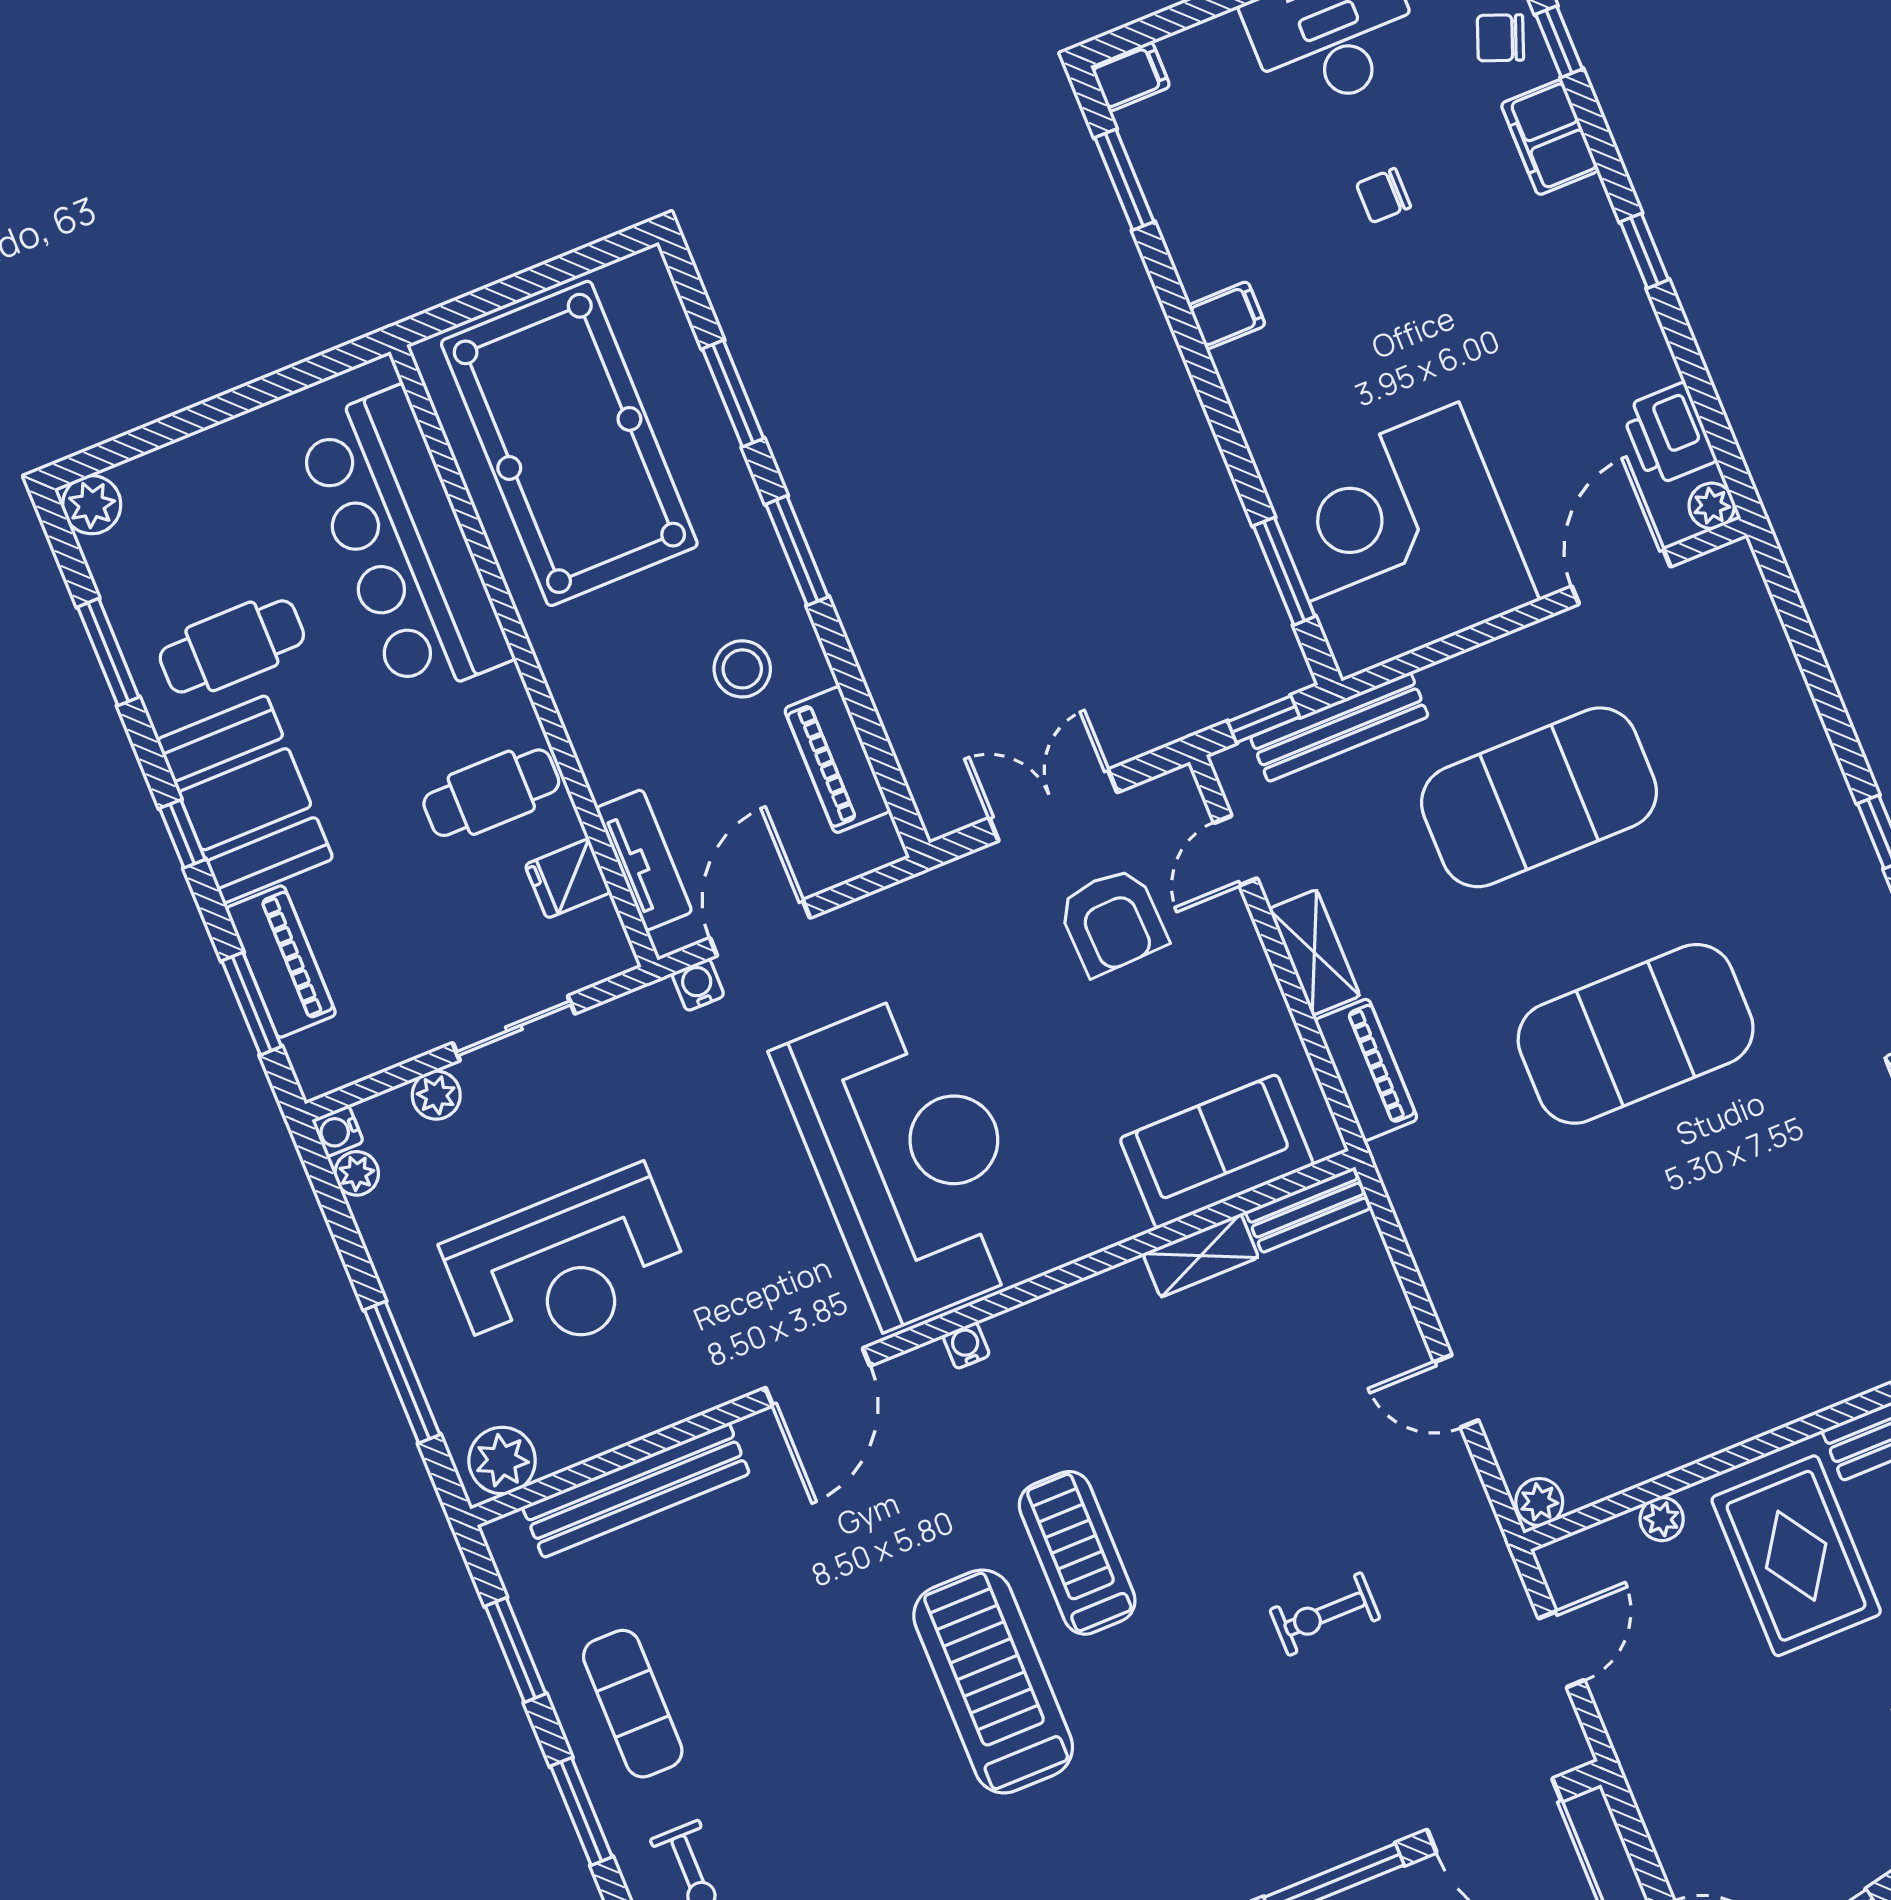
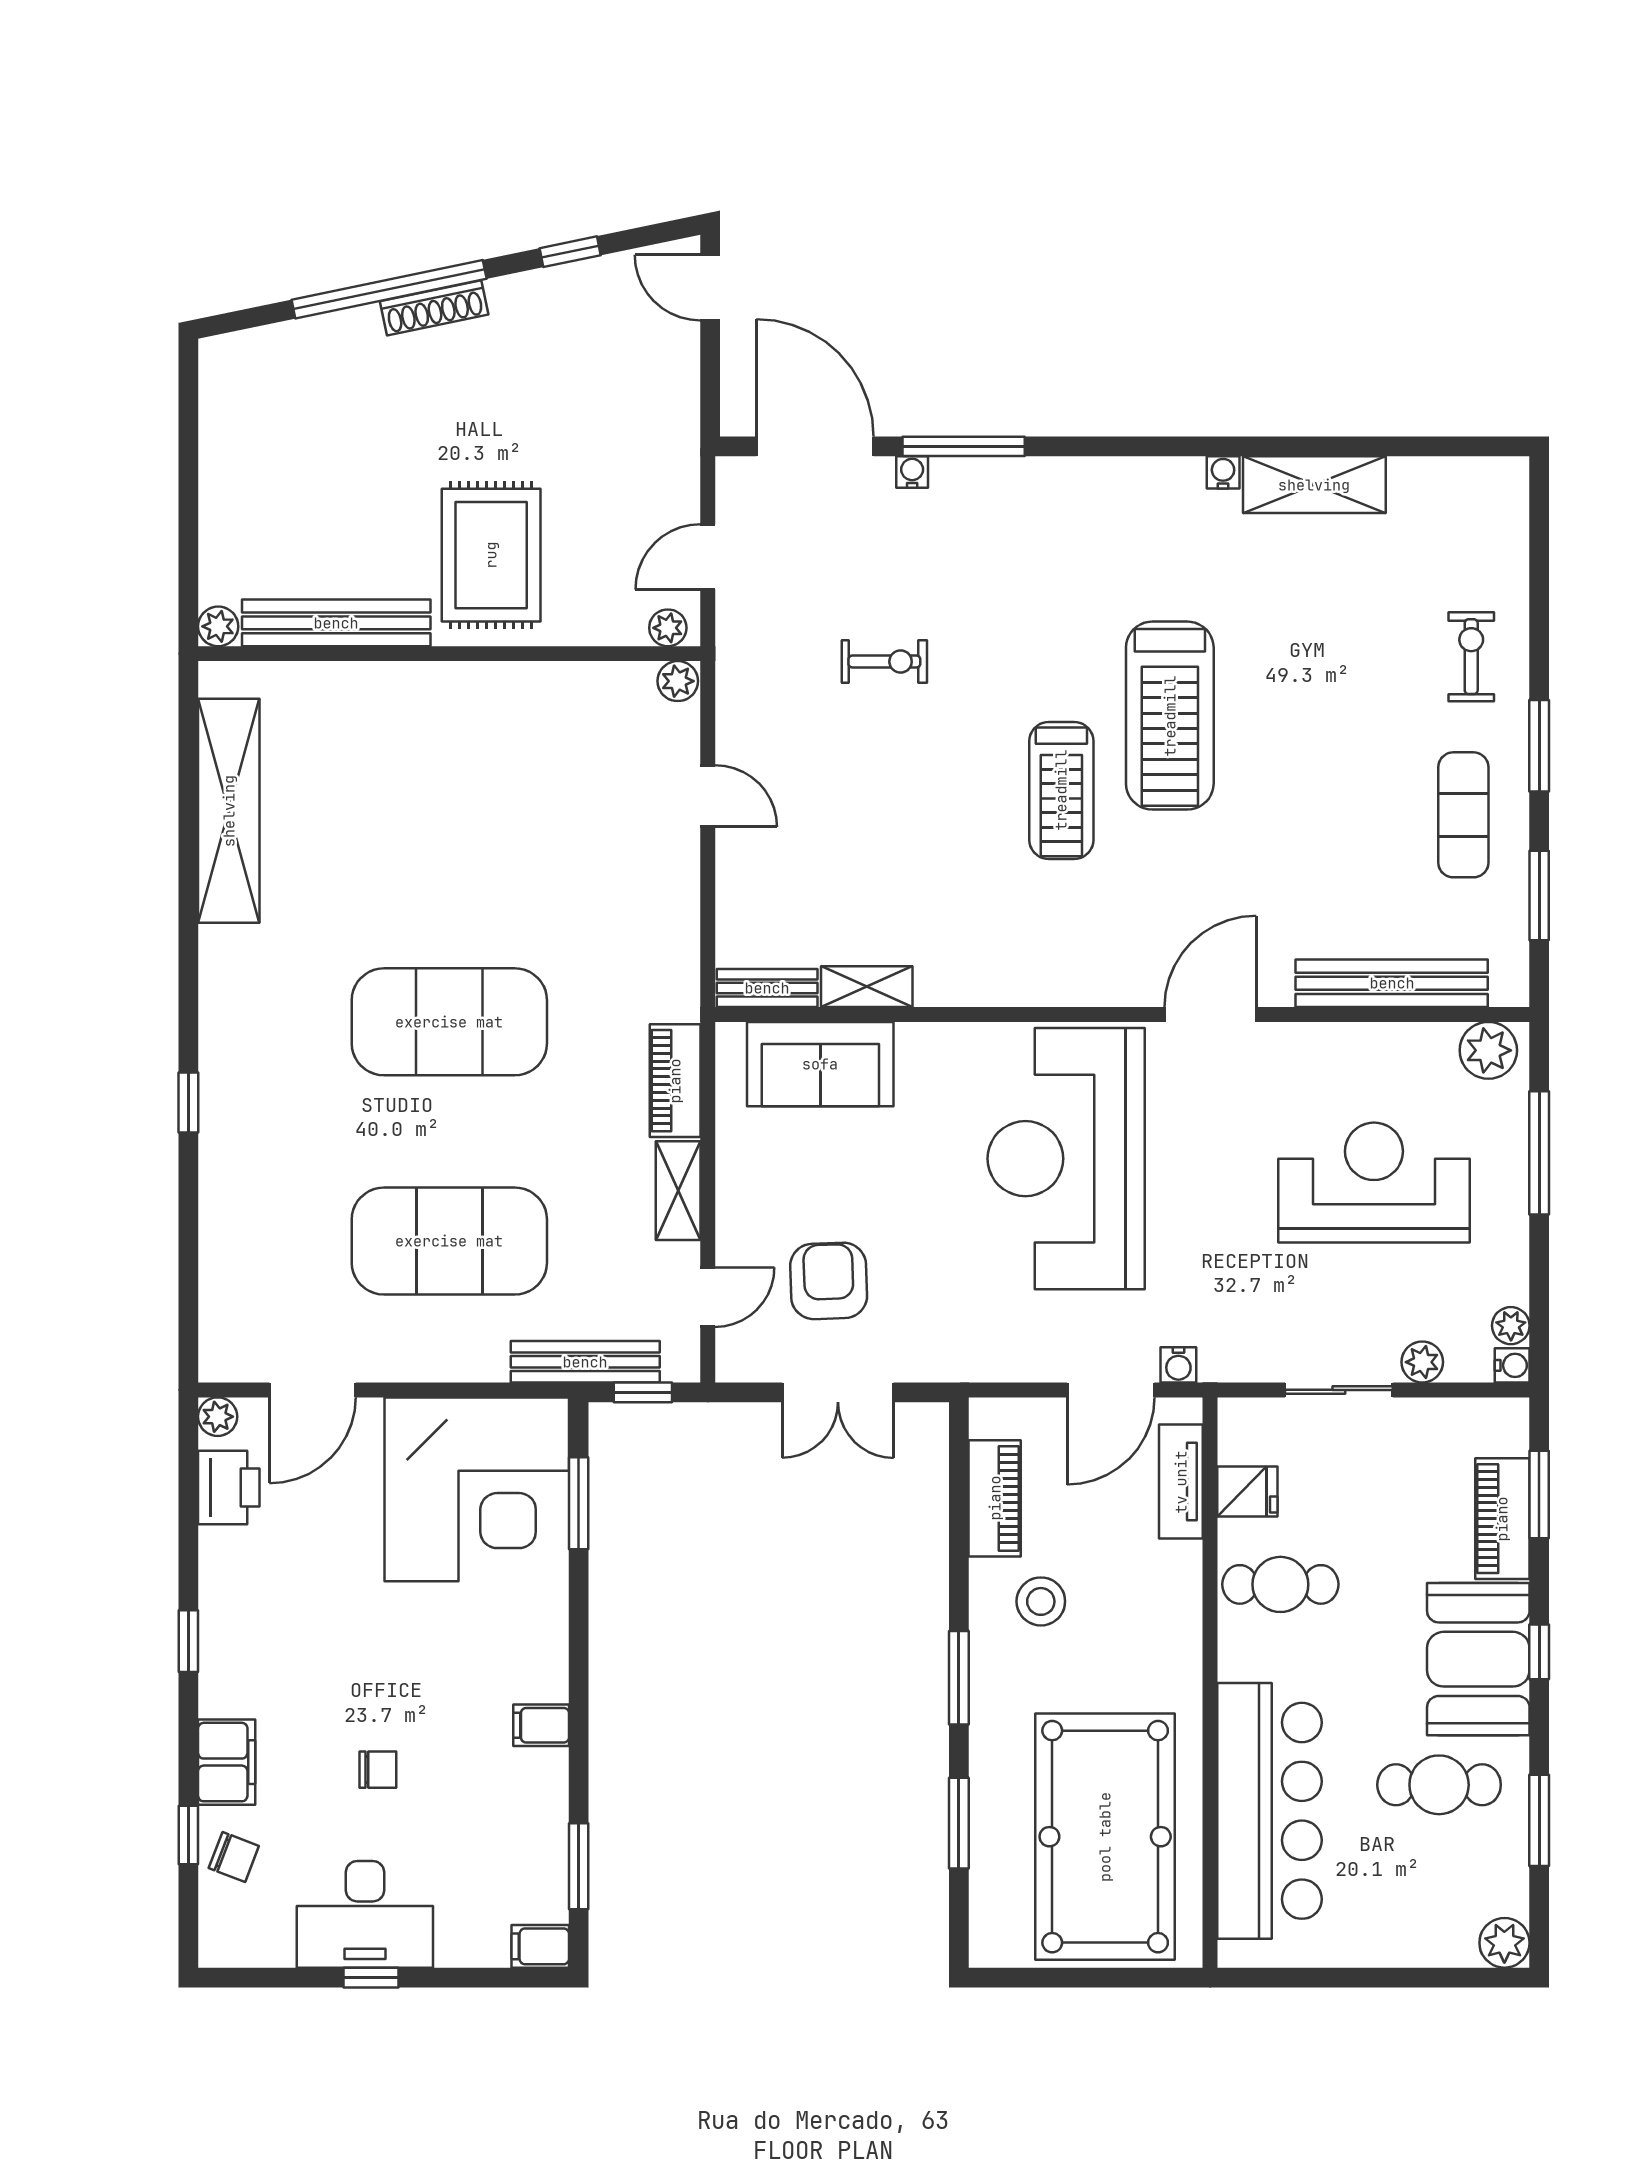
water cooler: (966, 1345) -> (912, 472), moved, turned 180
plant: (1662, 1519) -> (668, 628), moved

